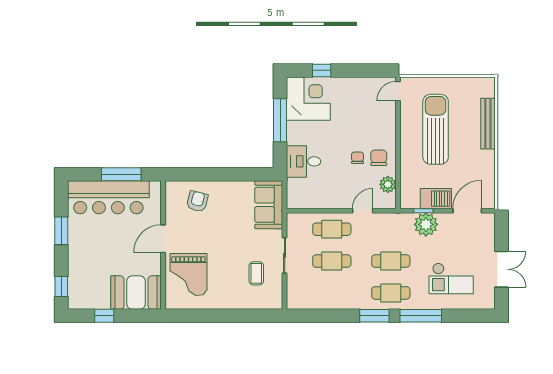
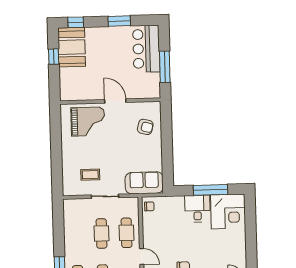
window: (322, 70) -> (250, 221), removed
chair: (357, 158) -> (149, 206), moved
desk: (304, 161) -> (197, 209), moved
bar counter: (108, 197) -> (146, 49), width x0.73
grand piano: (188, 274) -> (88, 122), turned 180
booth: (136, 293) -> (72, 47), moved

